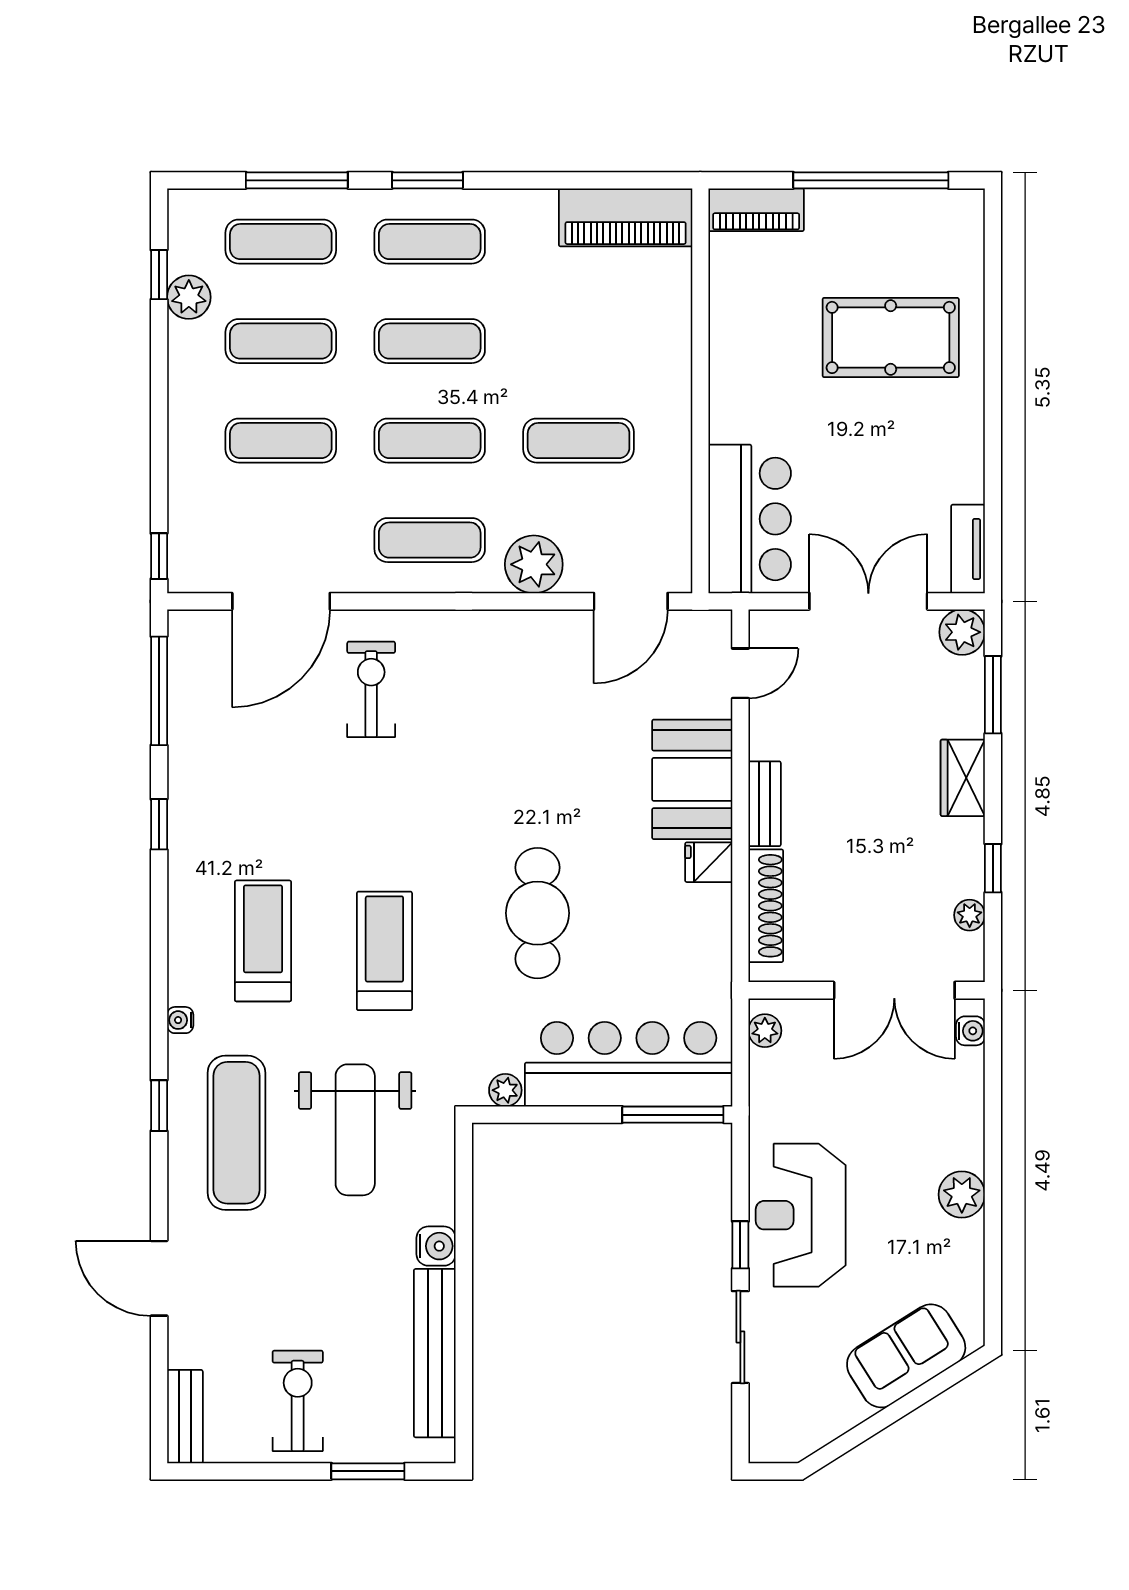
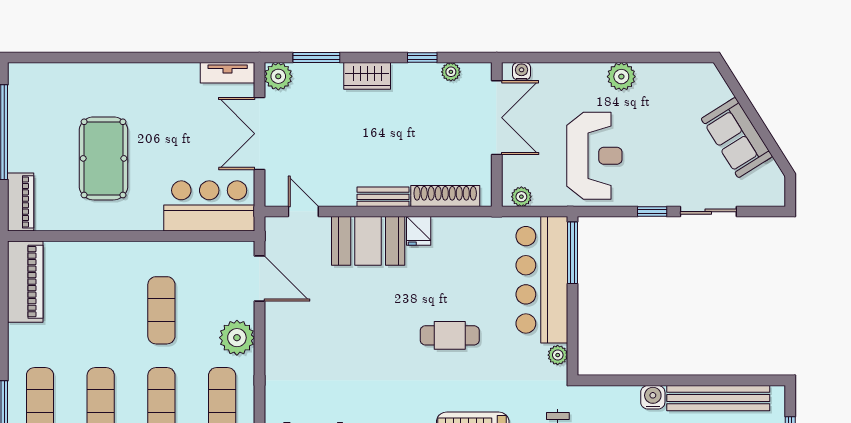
pool table: (891, 337) -> (104, 158), moved
cafe table: (537, 913) -> (450, 335), width x0.73, depth x0.74
reception desk: (801, 1215) -> (594, 156), moved, turned -90
sofa: (906, 1356) -> (737, 138), moved

